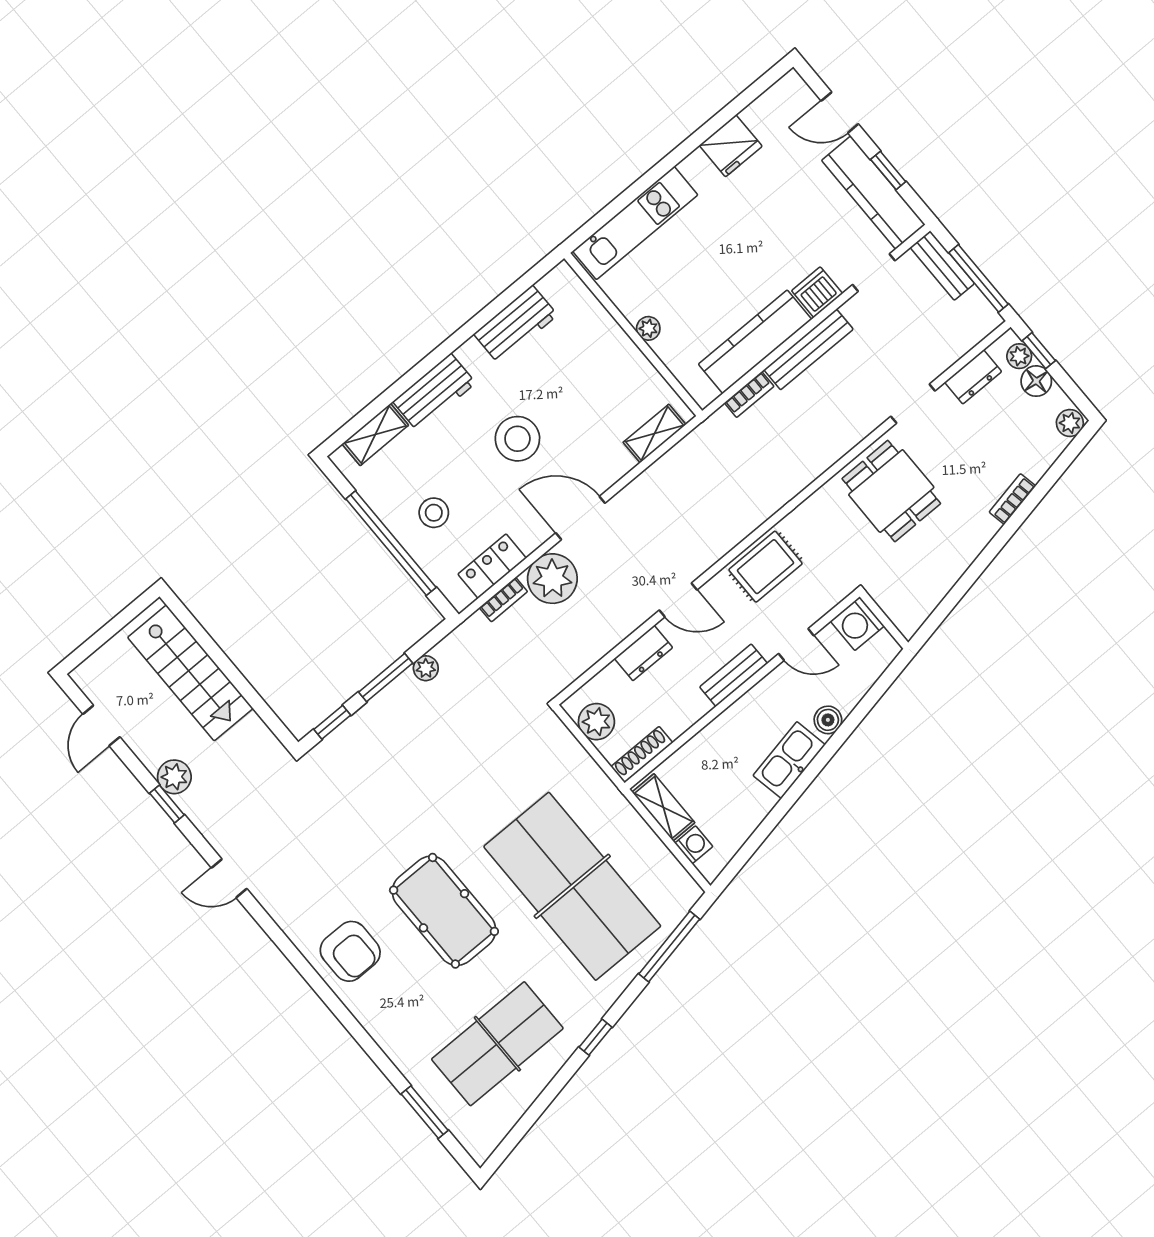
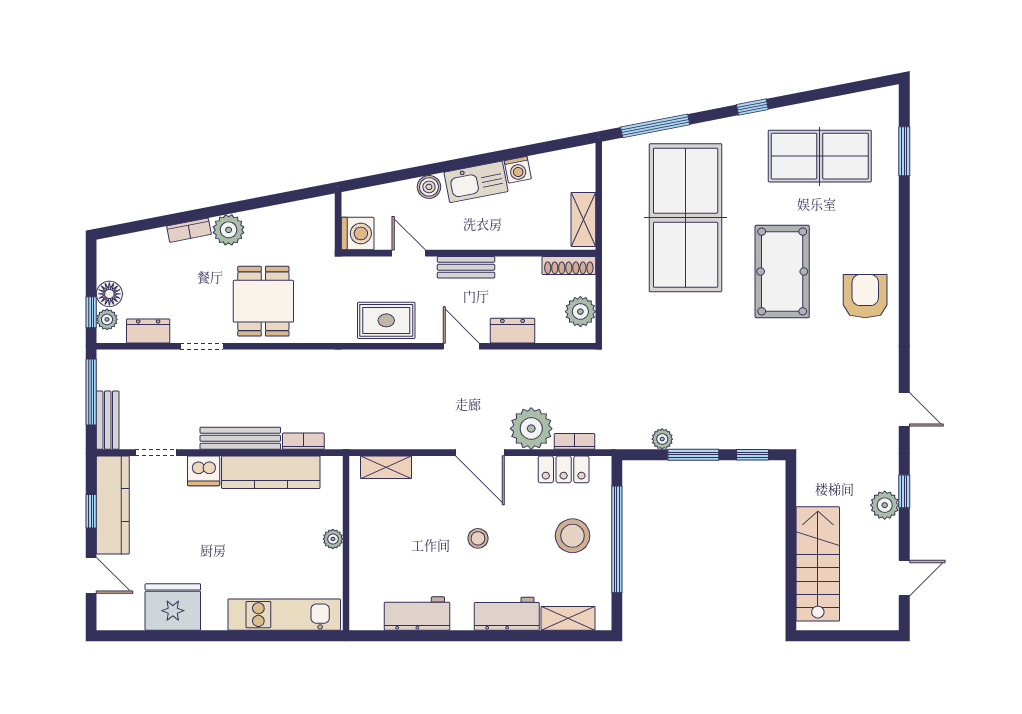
fridge: (731, 146) -> (173, 607), width x1.36, depth x1.34
plant: (1070, 423) -> (229, 230), moved, width x1.38, depth x1.38
stool: (517, 439) -> (478, 538), width x0.53, depth x0.53
stool: (434, 513) -> (573, 536), width x1.38, depth x1.38
washing machine: (694, 845) -> (518, 170), moved, turned -101

